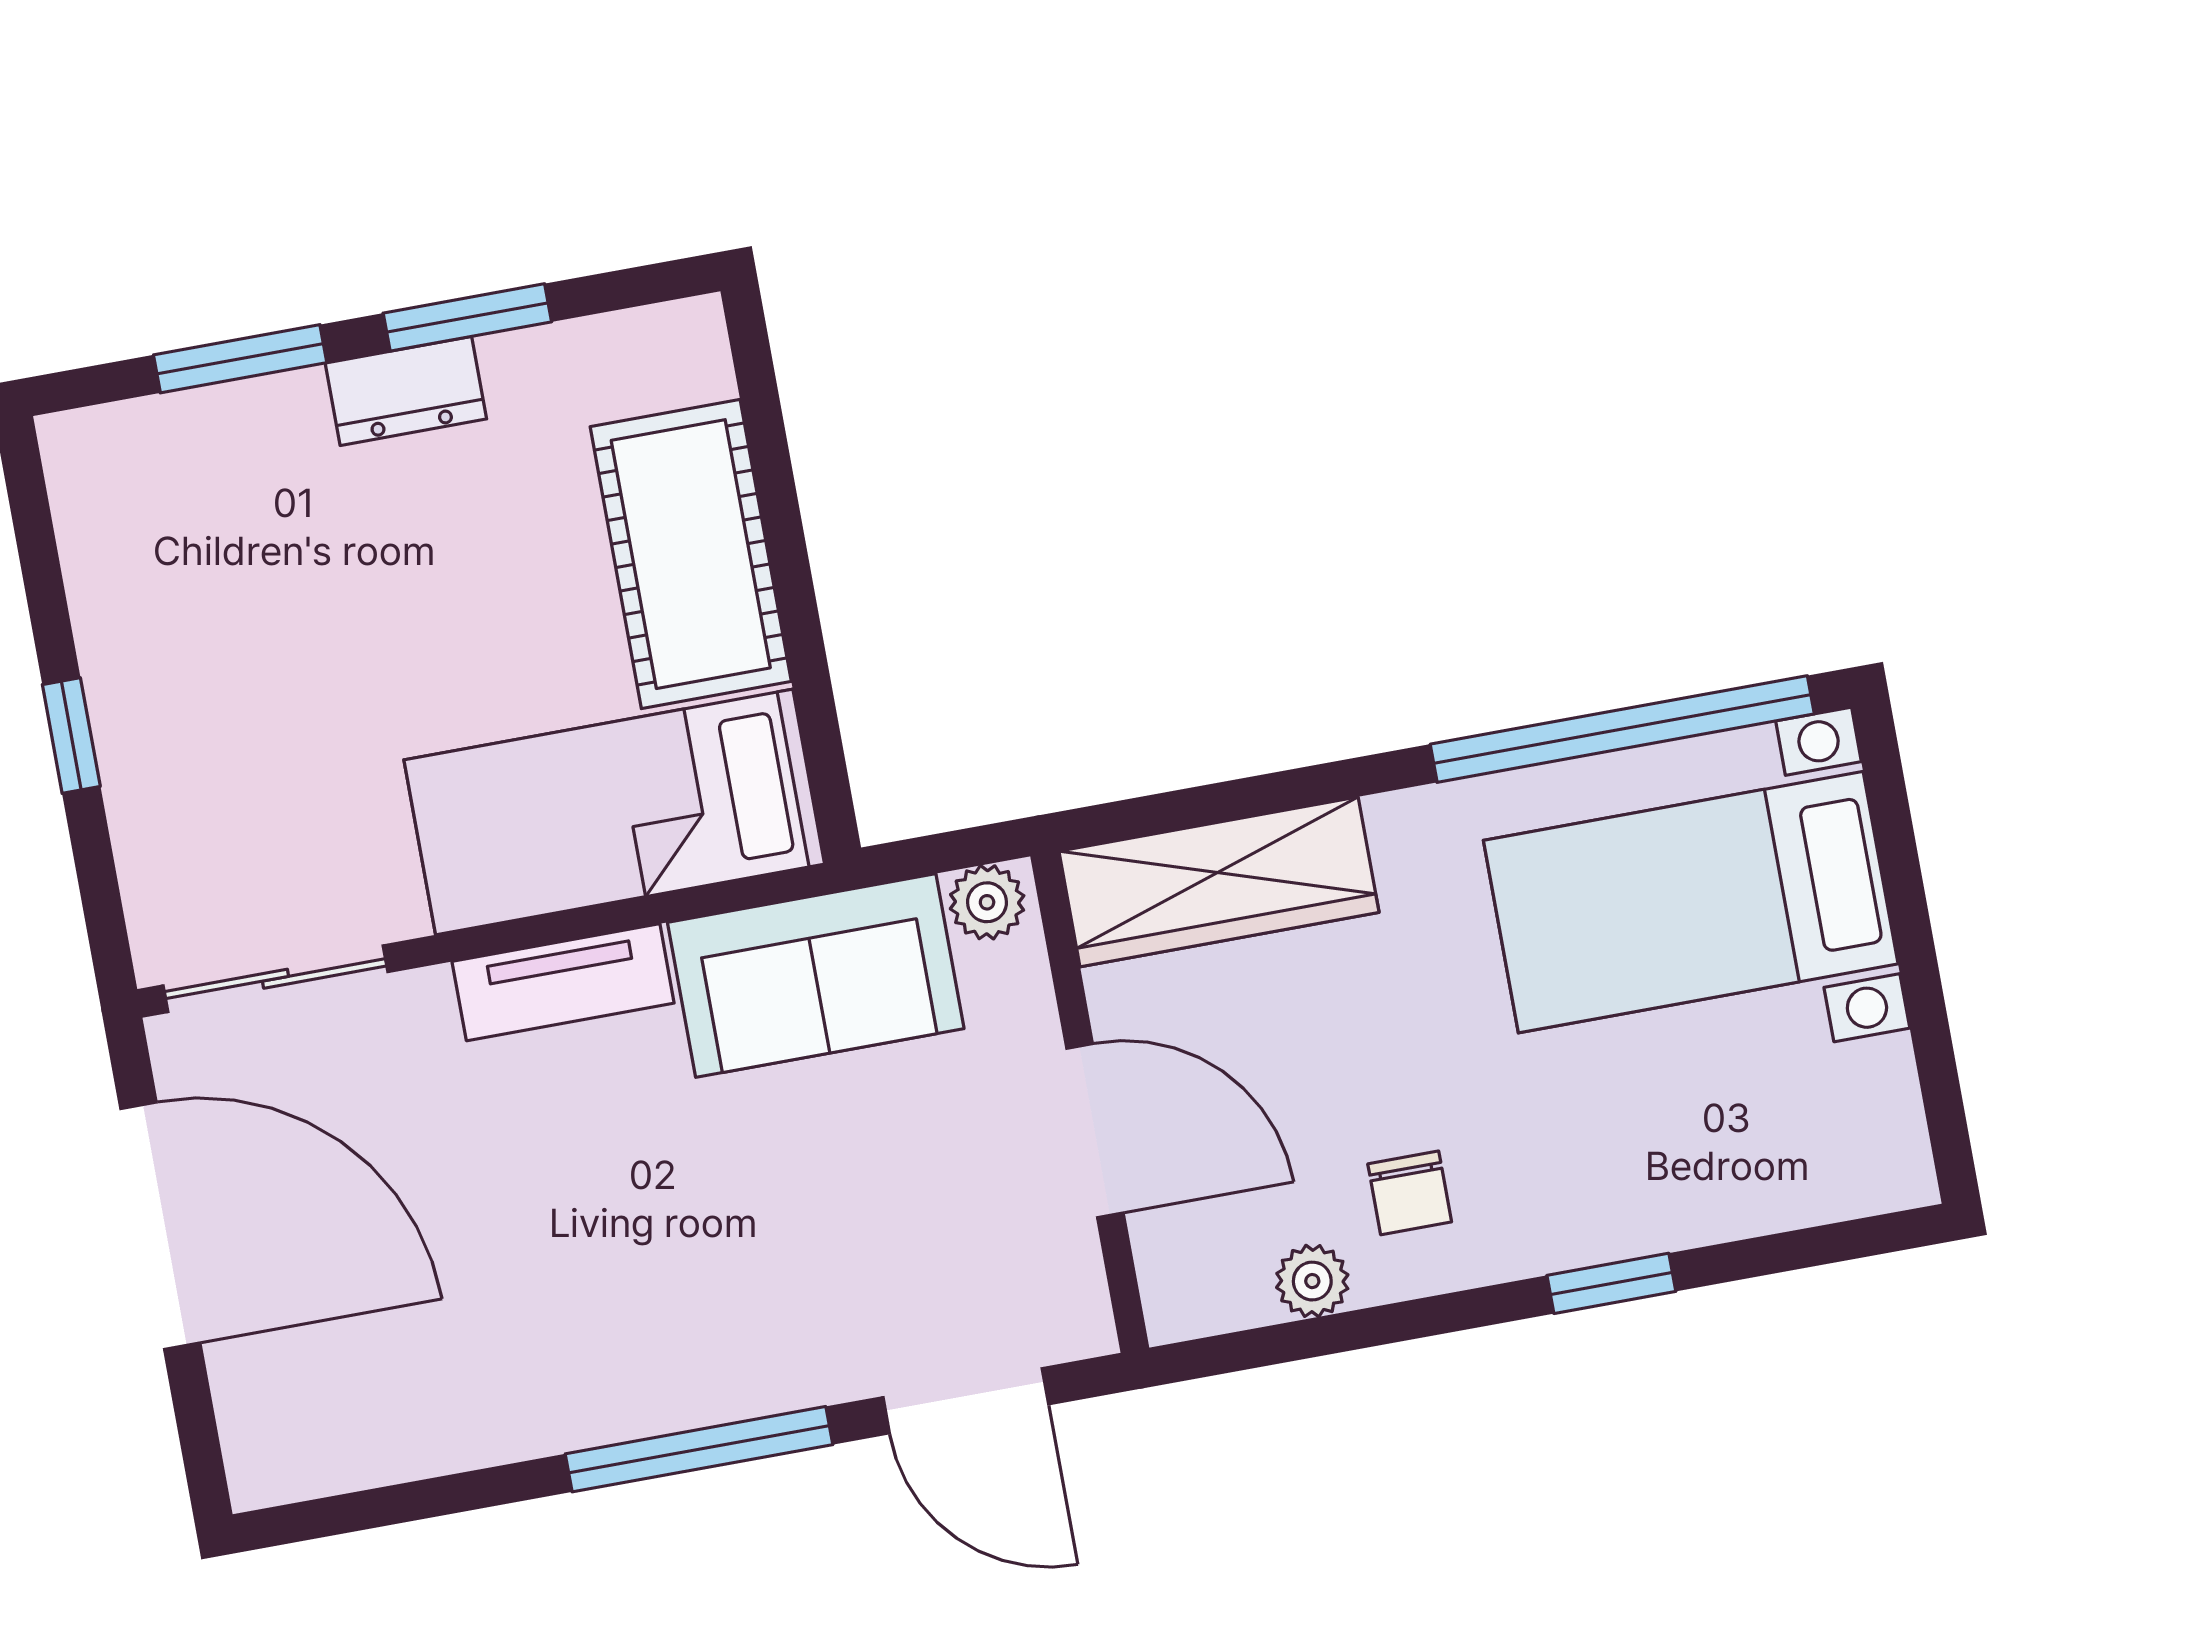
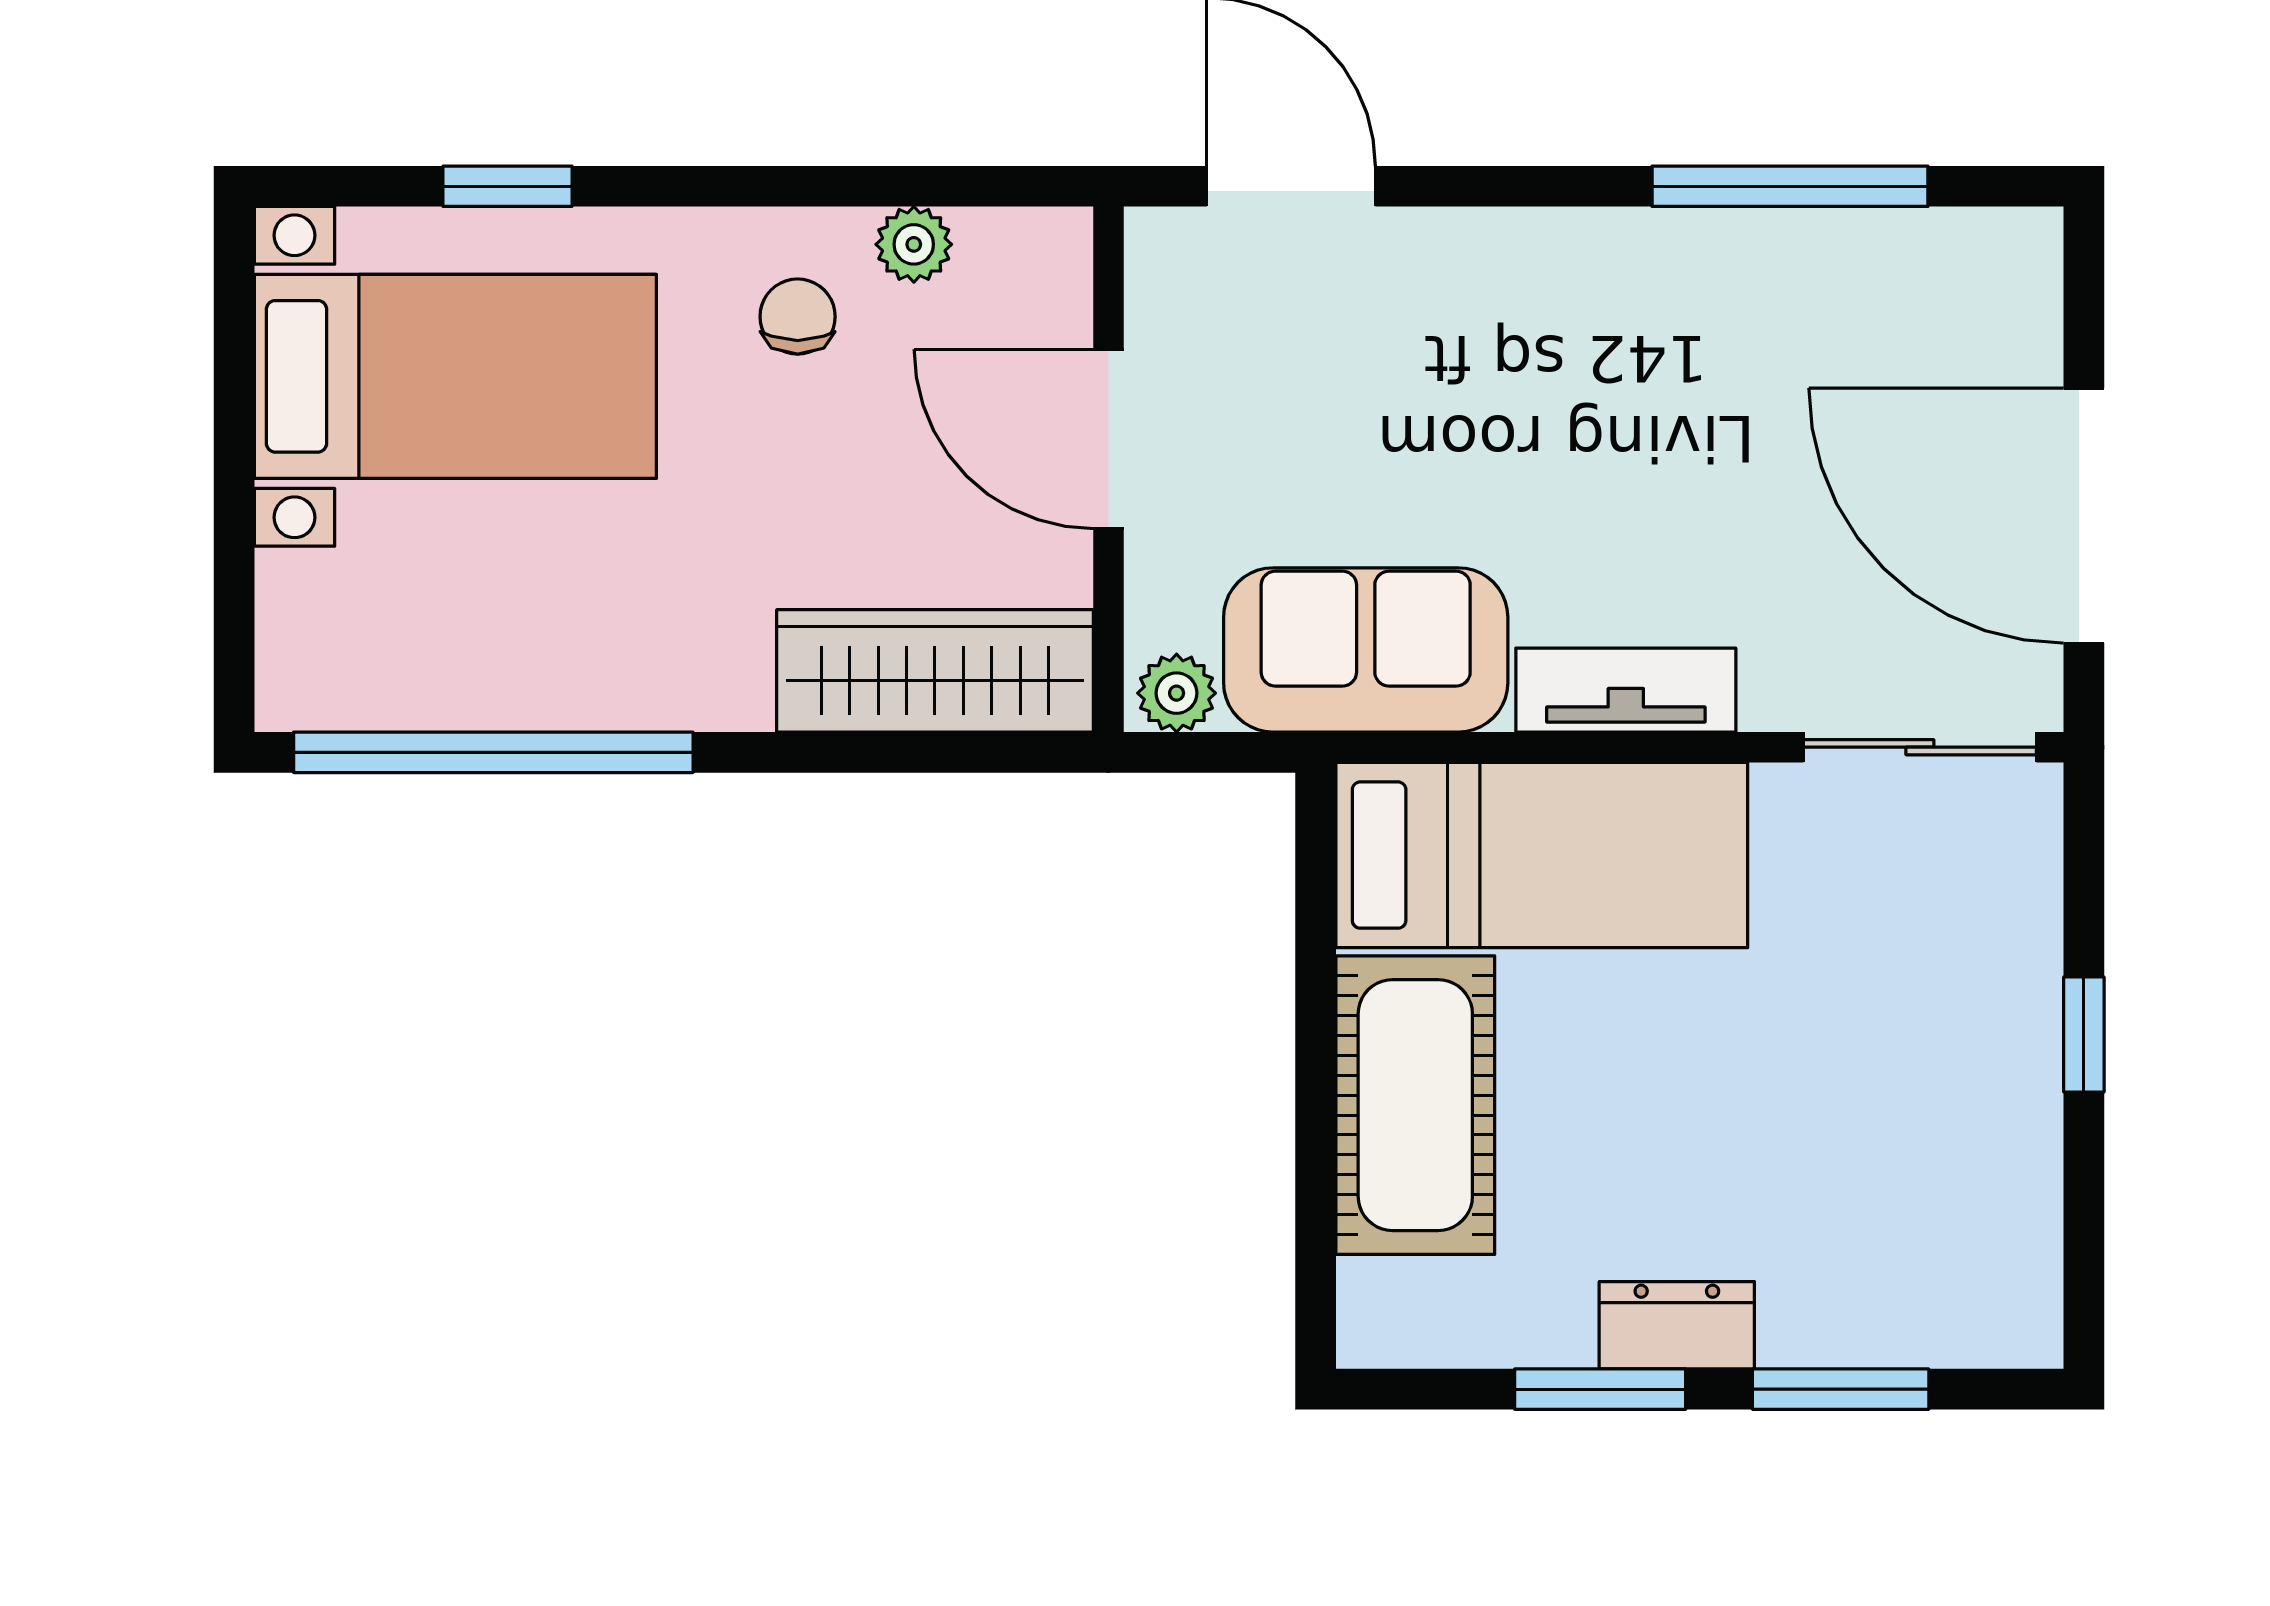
bed with nightstands: (1691, 902) -> (455, 376), moved
window: (1611, 1283) -> (508, 186), moved
window: (699, 1449) -> (1790, 186), moved

